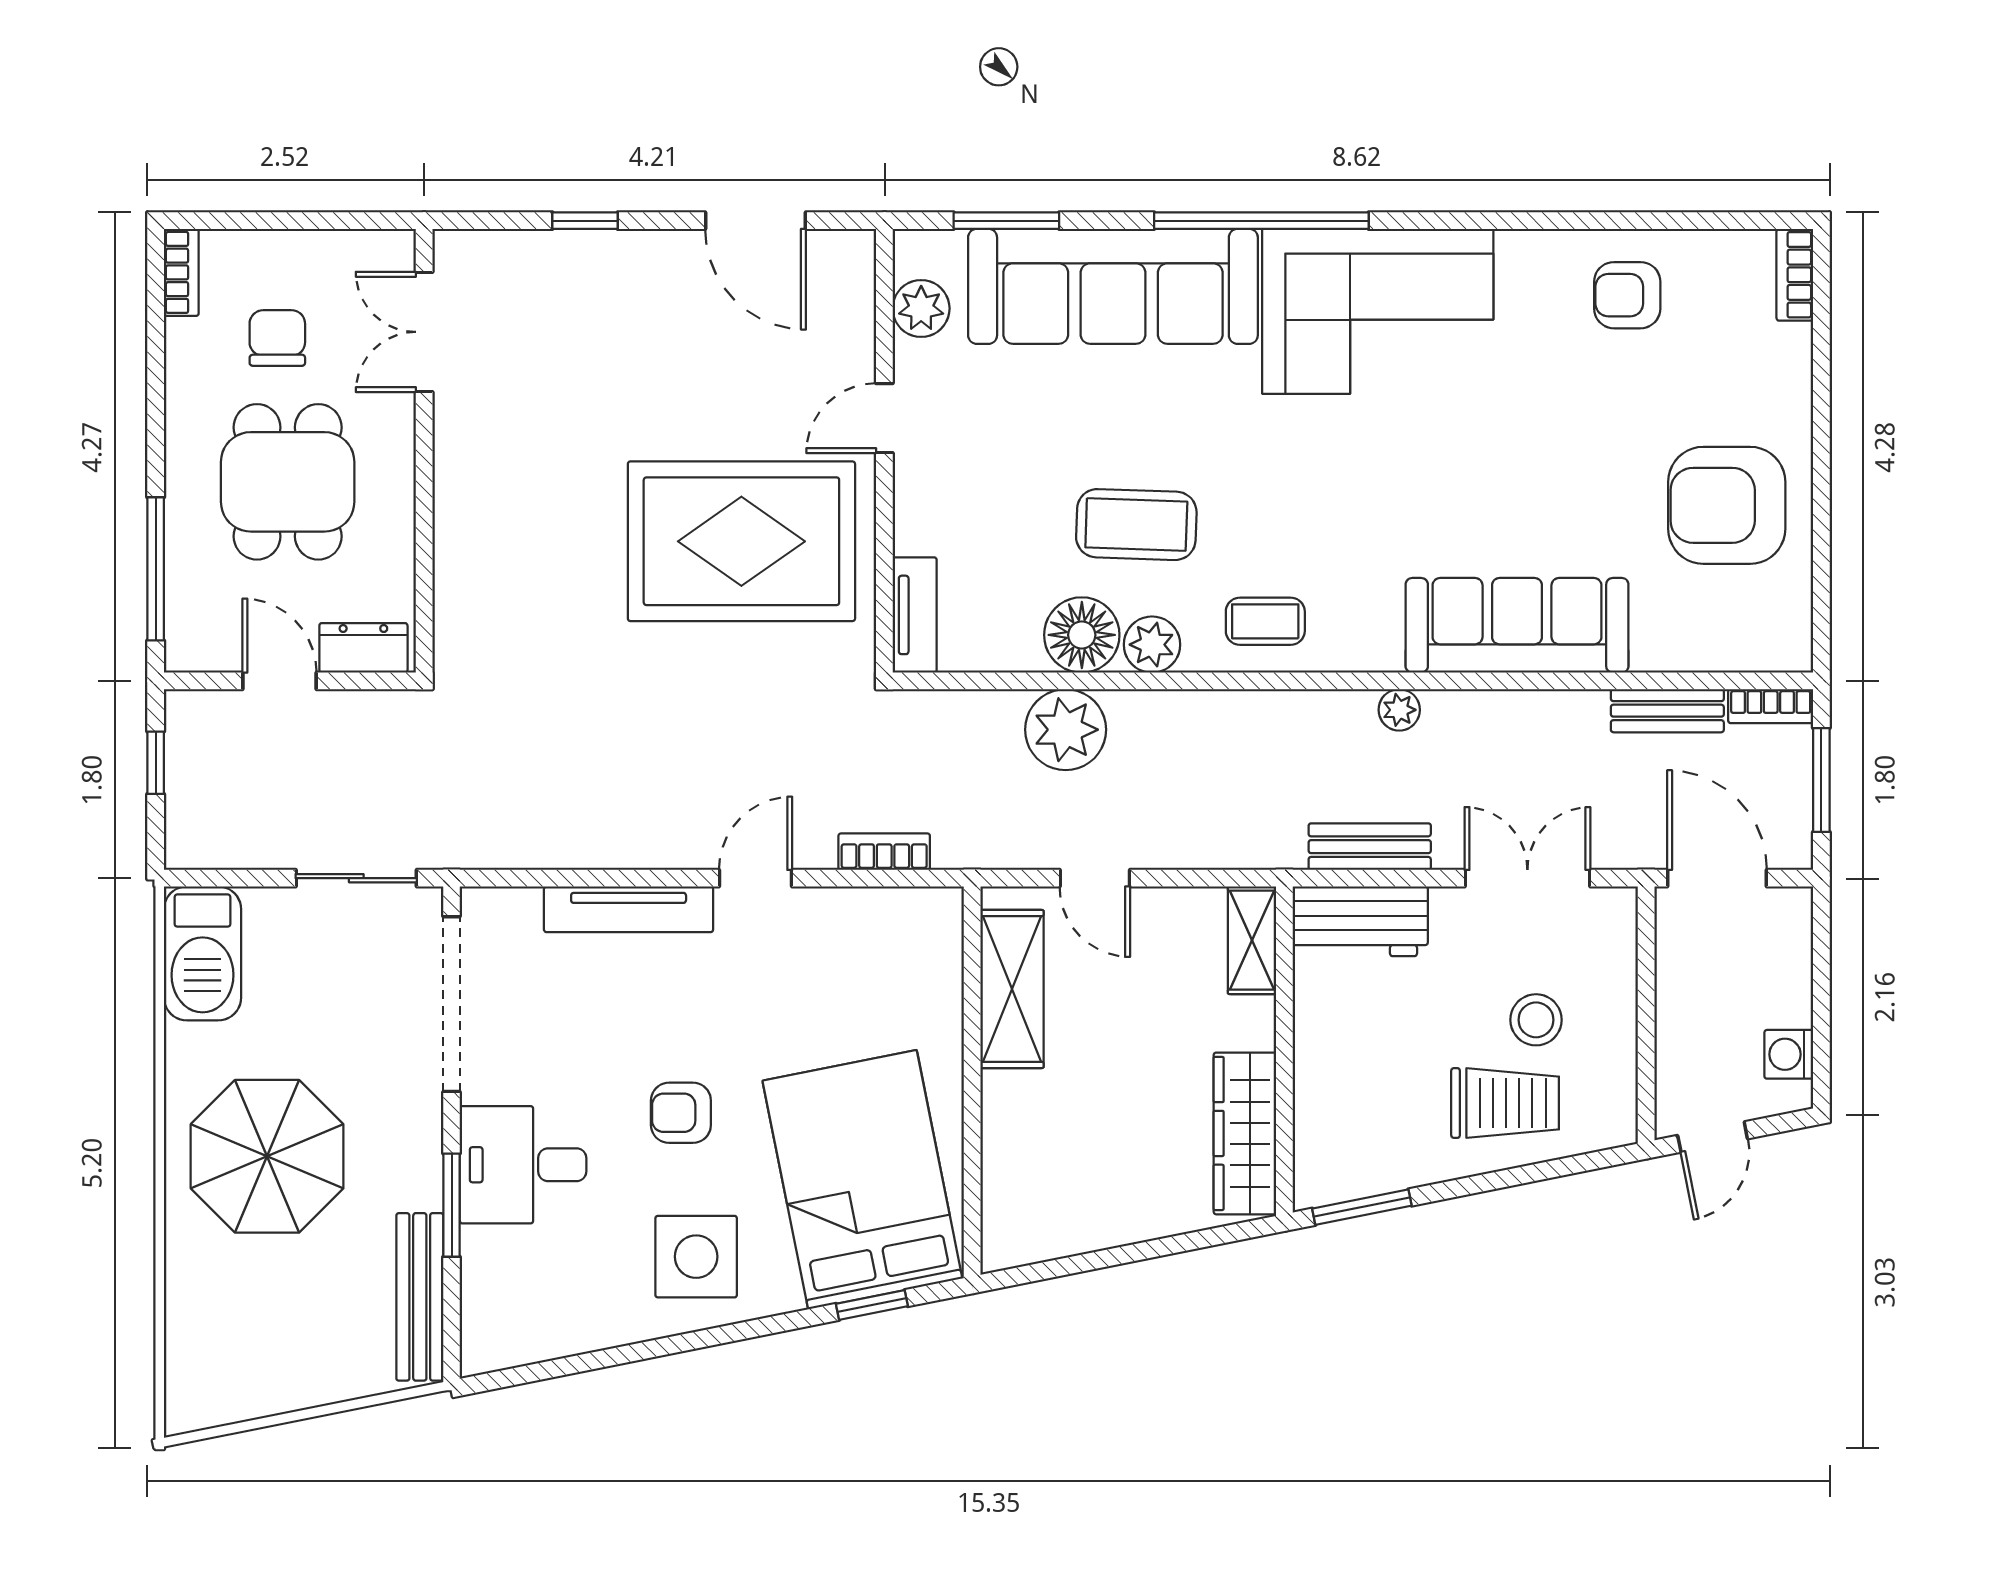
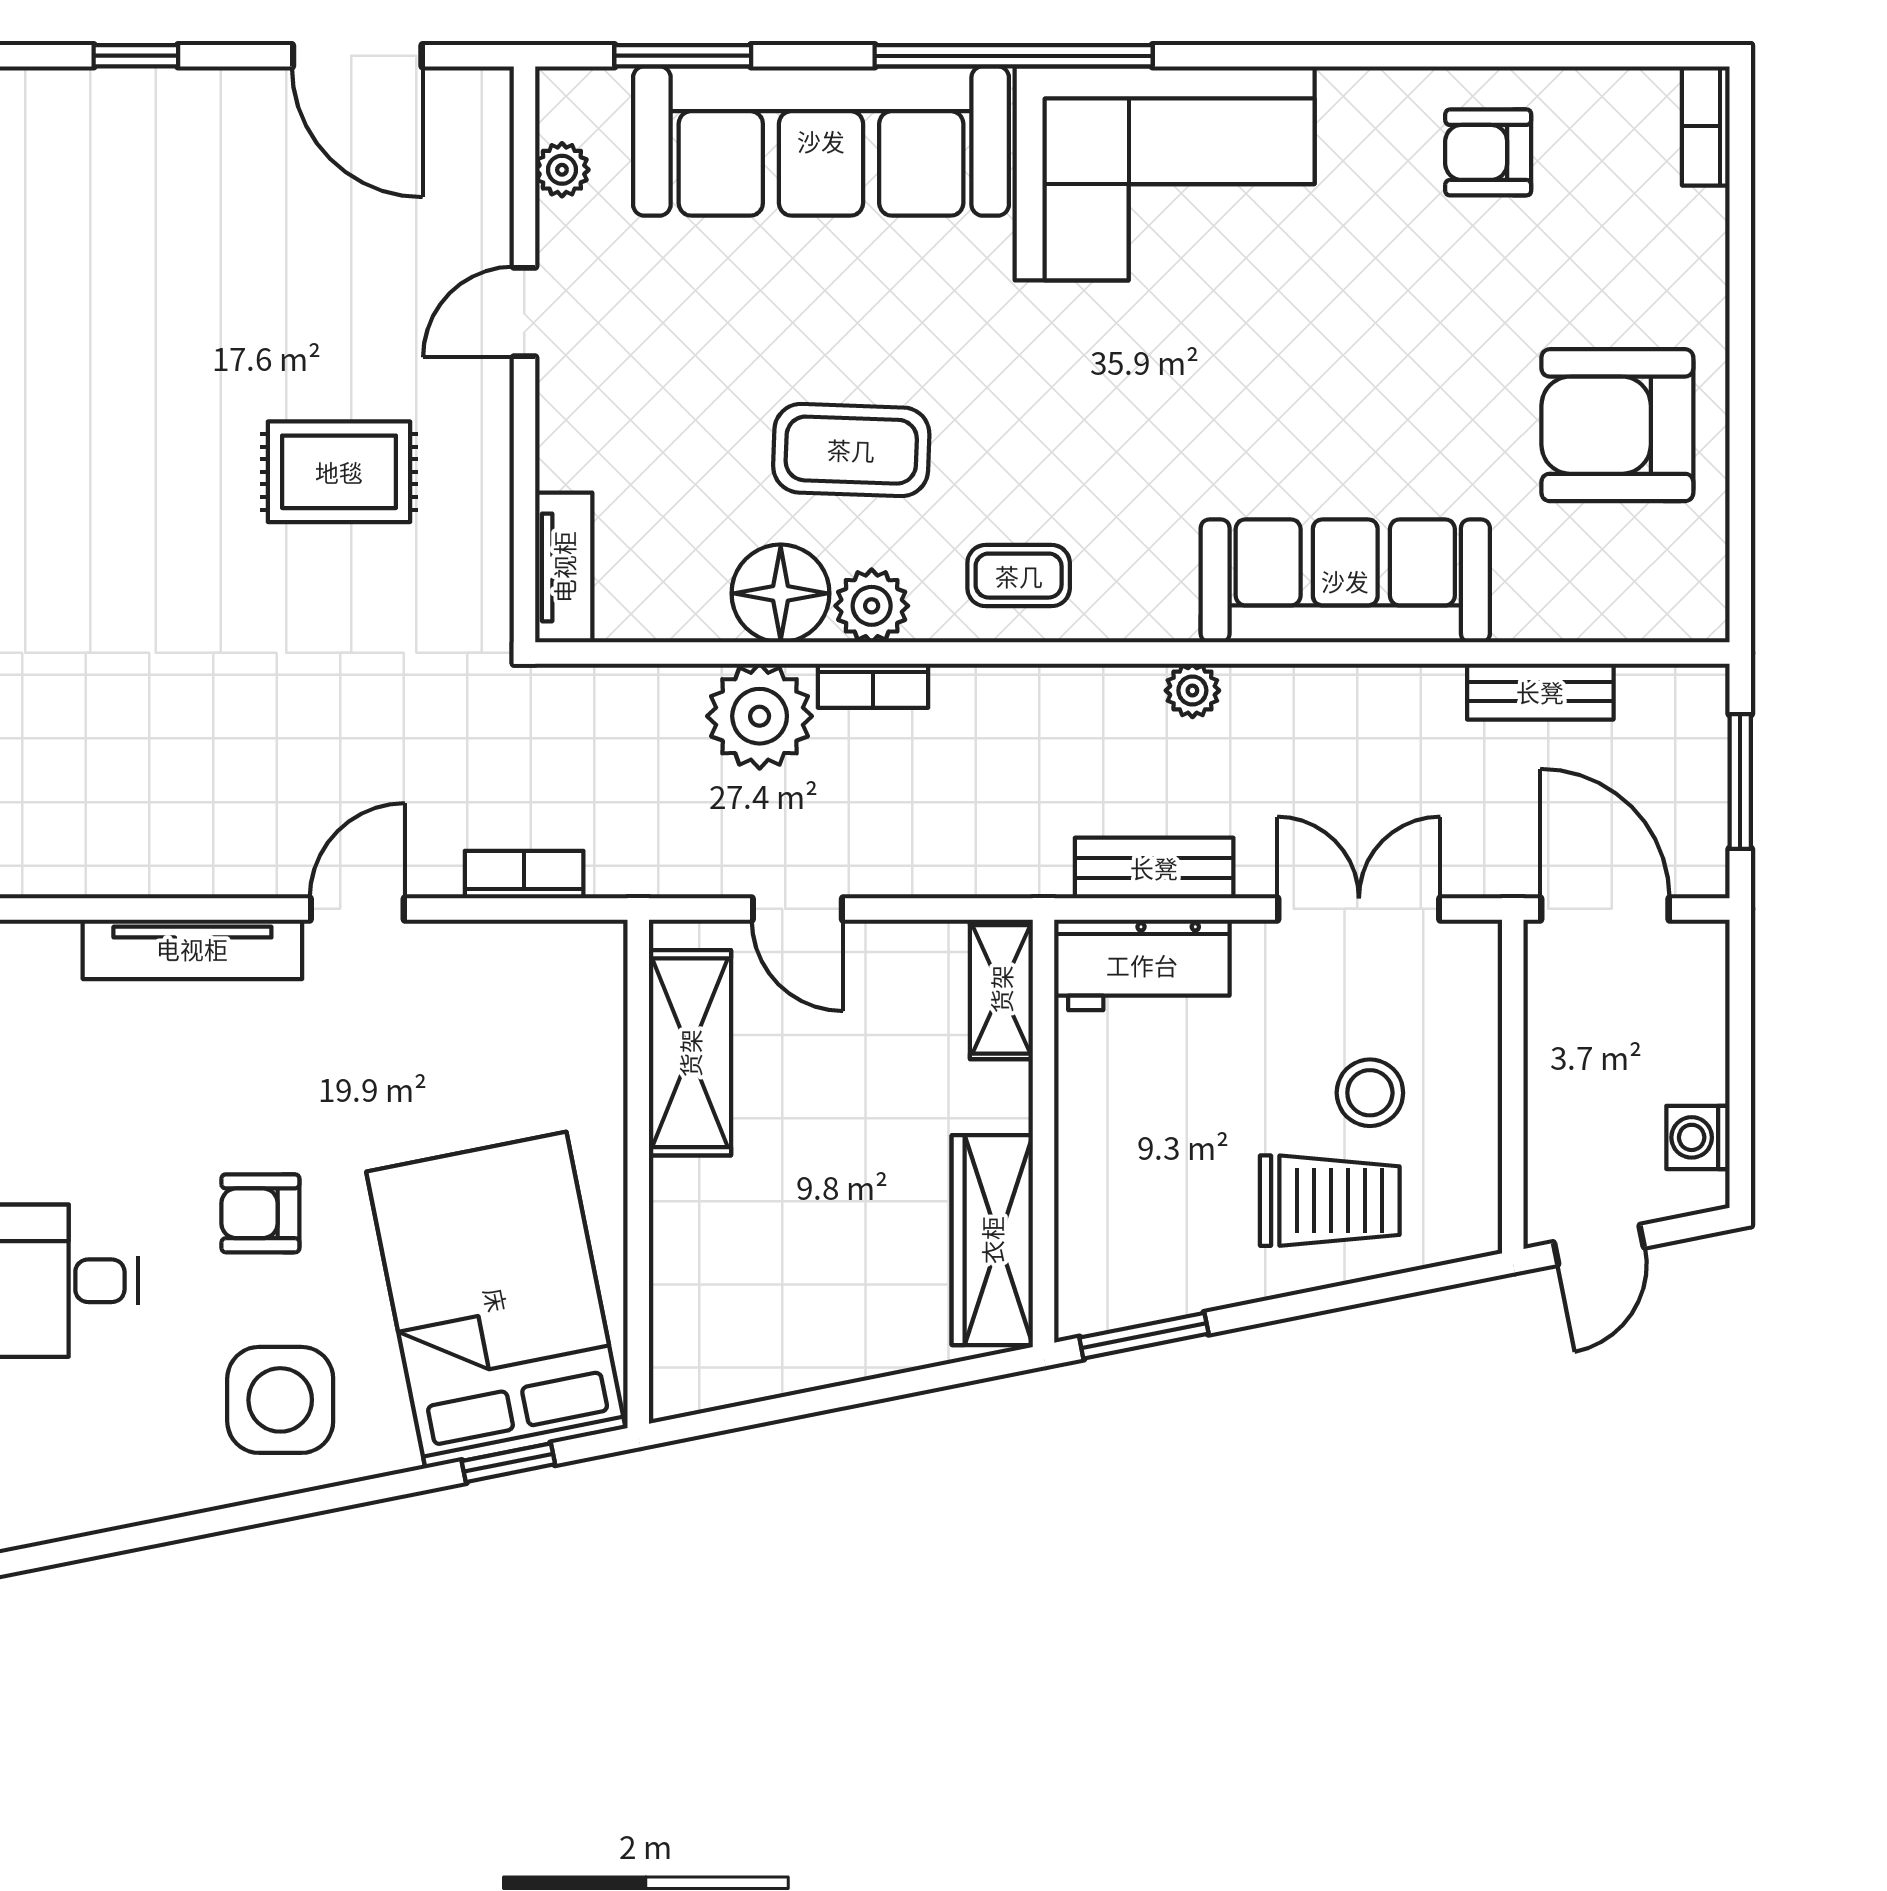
plant: (921, 308) -> (562, 170), width x0.73, depth x0.73
rug: (741, 541) -> (339, 472), width x0.54, depth x0.49
bookcase: (1771, 706) -> (873, 686), moved

